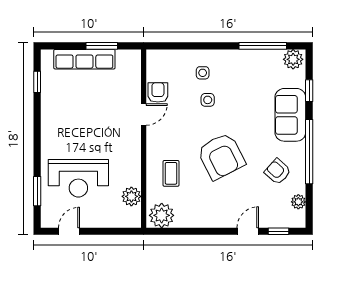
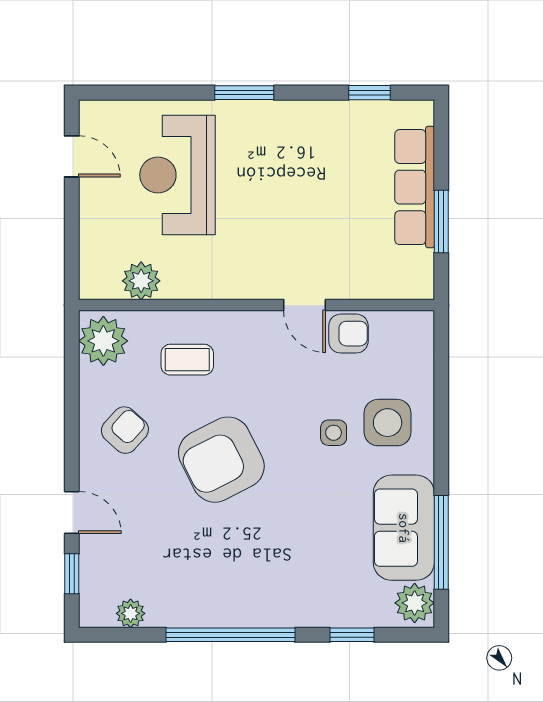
side table: (203, 73) -> (388, 423), width x1.87, depth x1.87
sofa: (290, 115) -> (404, 528), moved, turned -90
armchair: (278, 172) -> (125, 430), moved
window: (37, 191) -> (244, 93), moved

